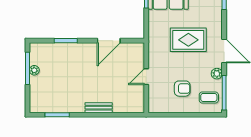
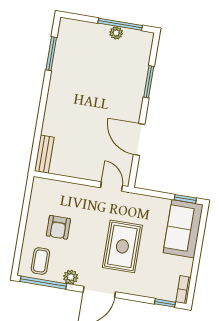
door: (146, 77) -> (111, 187), moved
bench: (99, 108) -> (44, 154), moved

